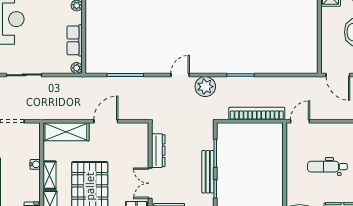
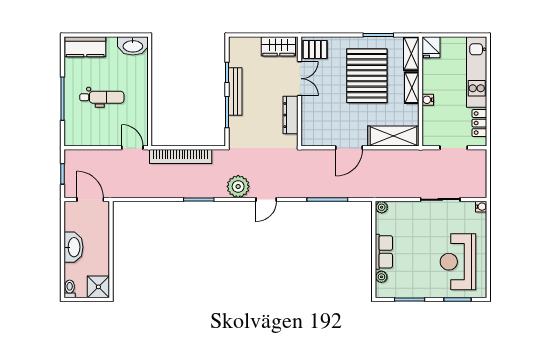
row of seats: (75, 40) -> (384, 252), moved
door: (300, 121) -> (132, 148), swing flipped

